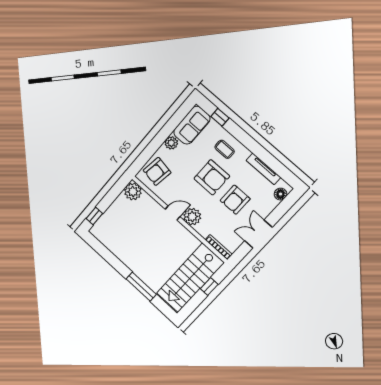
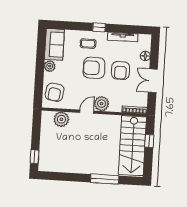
window: (220, 117) -> (99, 27), moved
armchair: (212, 177) -> (94, 68), turned 180
plant: (133, 192) -> (61, 119), moved
floor lamp: (280, 194) -> (145, 56), moved

